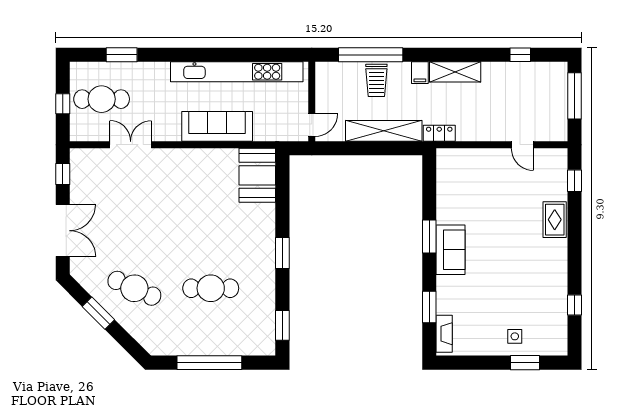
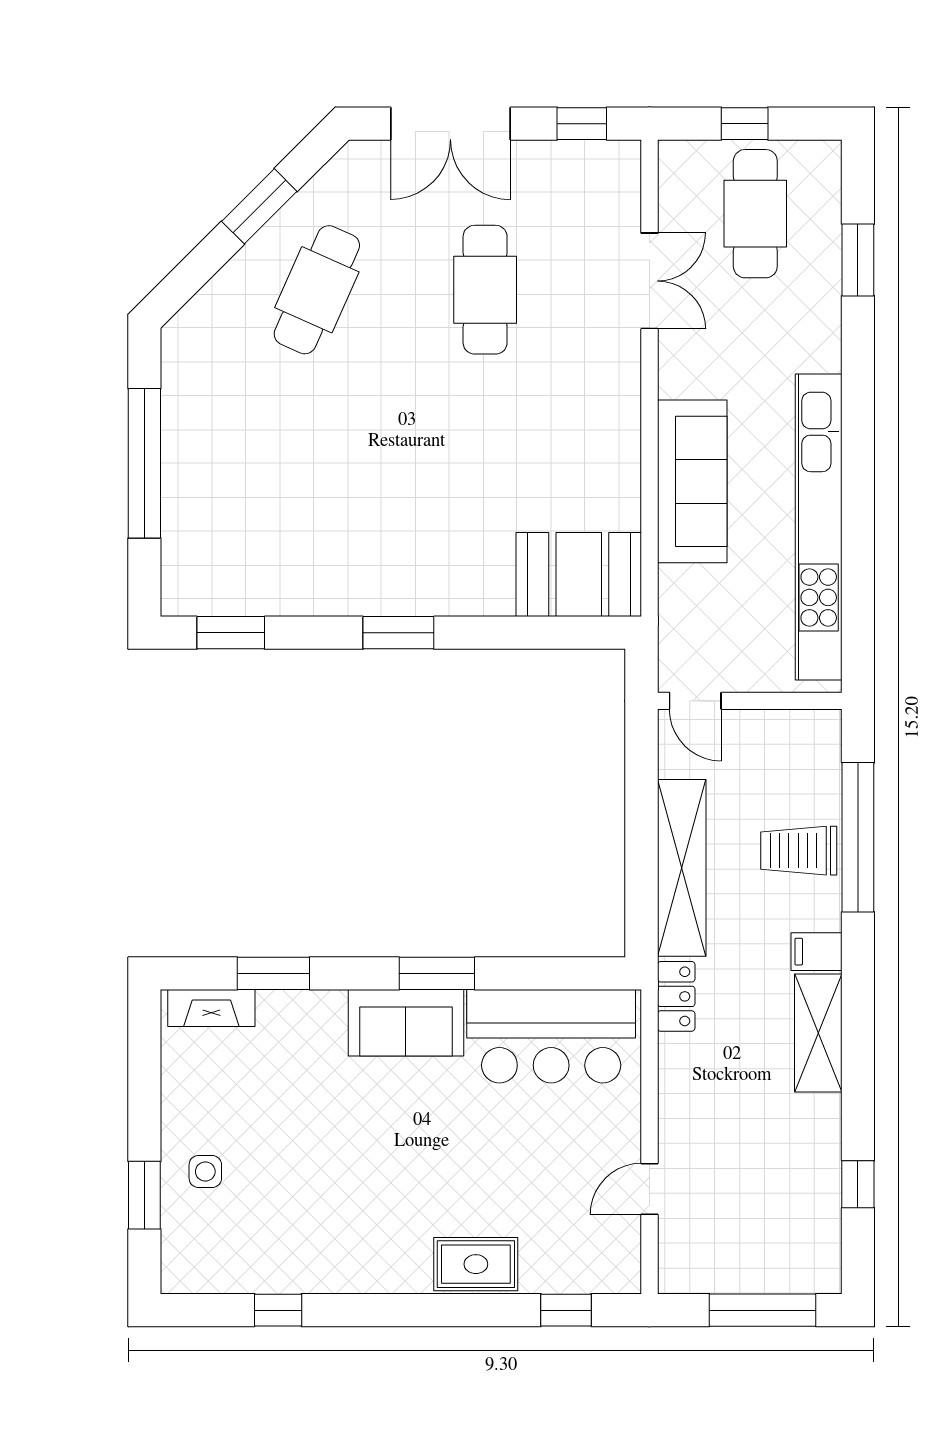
bar counter: (456, 187) -> (551, 1036), added
cafe table: (211, 288) -> (485, 290), moved

